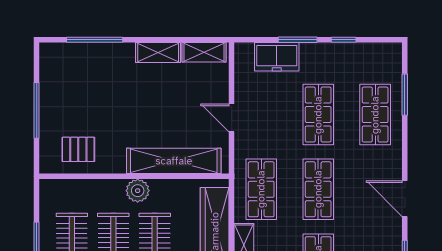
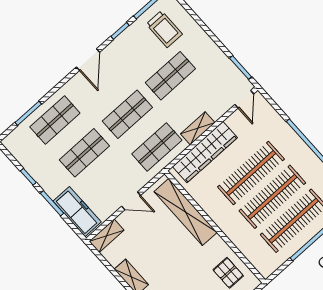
shelving: (204, 52) -> (107, 236), moved, turned 90
freezer: (277, 57) -> (77, 212), width x1.40
door: (232, 118) -> (131, 201), hinge flipped
plant: (138, 191) -> (221, 217), removed

